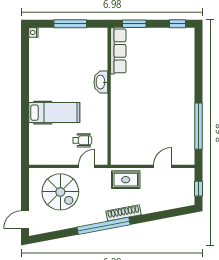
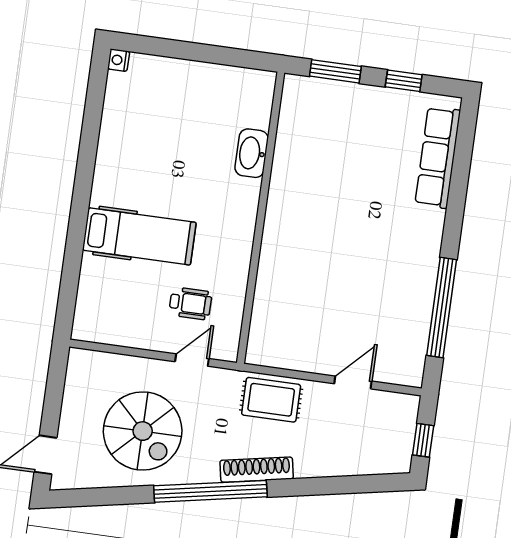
window: (70, 24) -> (199, 52), removed
window: (177, 24) -> (404, 81), moved
row of seats: (118, 51) -> (438, 157), moved, turned 180
washbasin: (101, 82) -> (252, 153), moved
spiral stairs: (60, 192) -> (143, 431), moved

